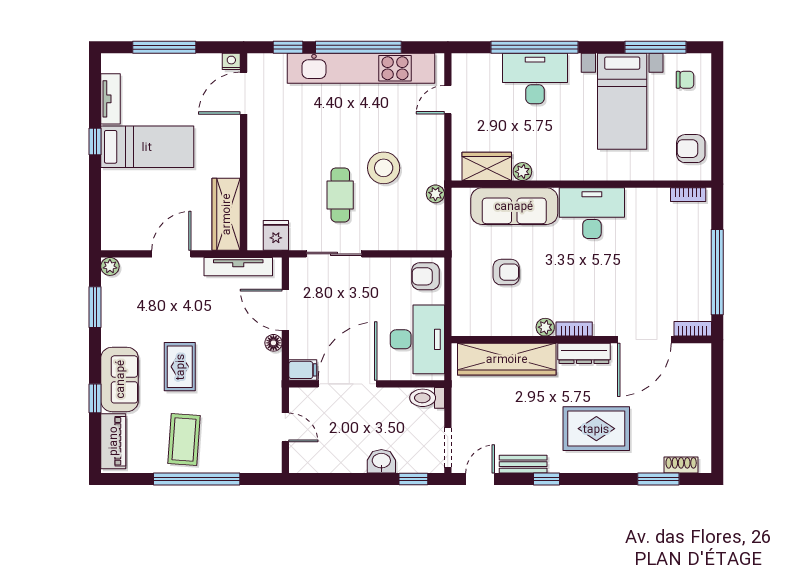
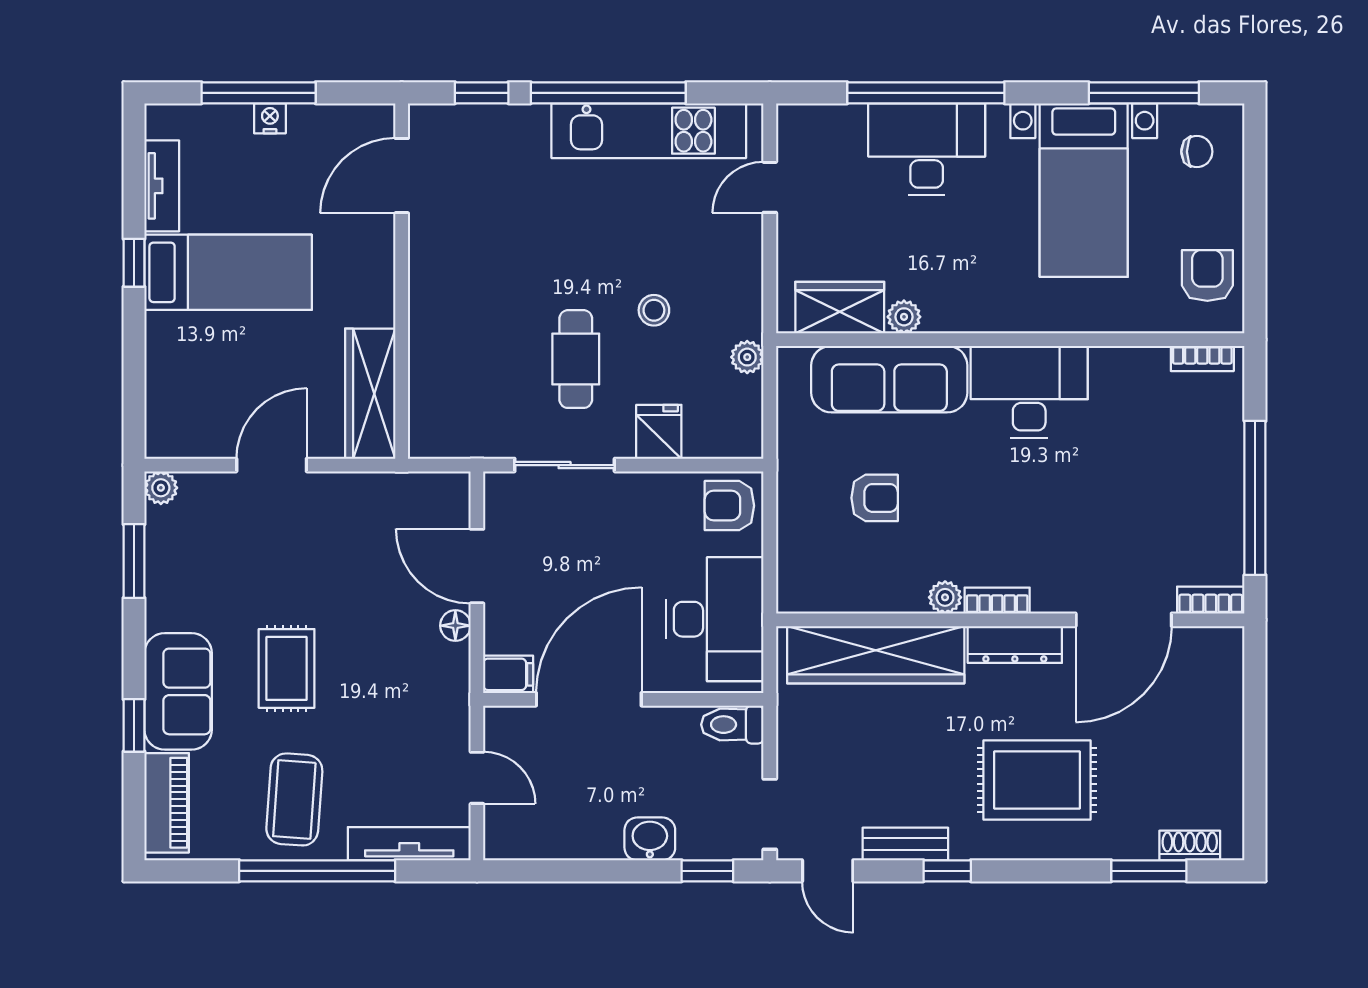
nightstand: (231, 61) -> (270, 118), moved
kitchen unit: (361, 68) -> (649, 131), width x0.73
armchair: (691, 149) -> (1207, 276), turned 90
stool: (384, 168) -> (654, 310), width x0.53, depth x0.53
fridge: (276, 235) -> (659, 432), moved
tv unit: (238, 267) -> (409, 844), moved, turned 180
door: (480, 479) -> (828, 871), swing flipped

